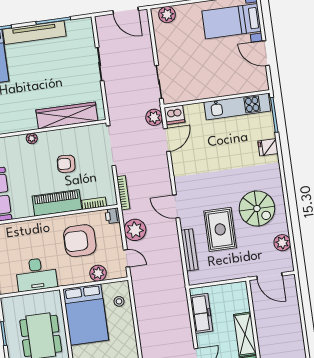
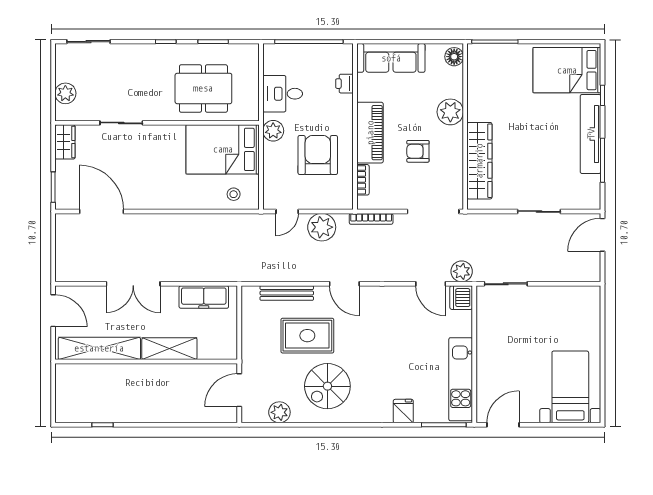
door: (126, 11) -> (603, 235), moved
plant: (167, 15) -> (590, 306), removed
door: (266, 53) -> (503, 425), moved
plant: (32, 138) -> (450, 112), width x1.87, depth x1.87
armchair: (66, 164) -> (418, 151), turned -94
door: (176, 206) -> (344, 284), swing flipped
printer: (112, 216) -> (344, 84), moved, turned -90
plant: (98, 273) -> (273, 131), moved
desk: (36, 274) -> (283, 94), width x0.73

